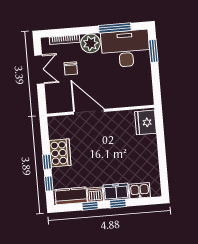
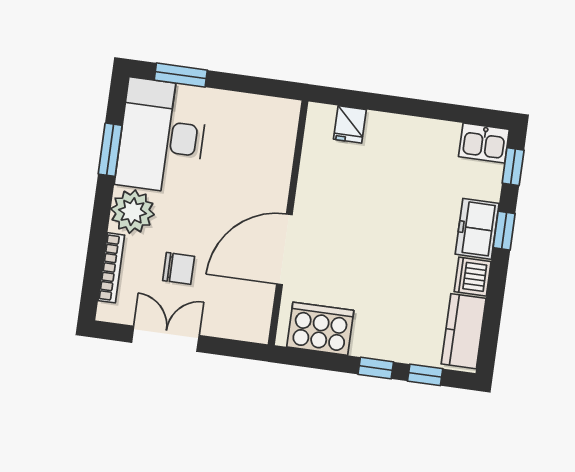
window: (115, 28) -> (110, 150), width x0.69
fridge: (145, 122) -> (350, 124), width x0.53, depth x0.75
cooker: (60, 153) -> (320, 329), moved
kitchen sink: (140, 191) -> (484, 143), moved, turned -90
window: (90, 206) -> (513, 167), moved

